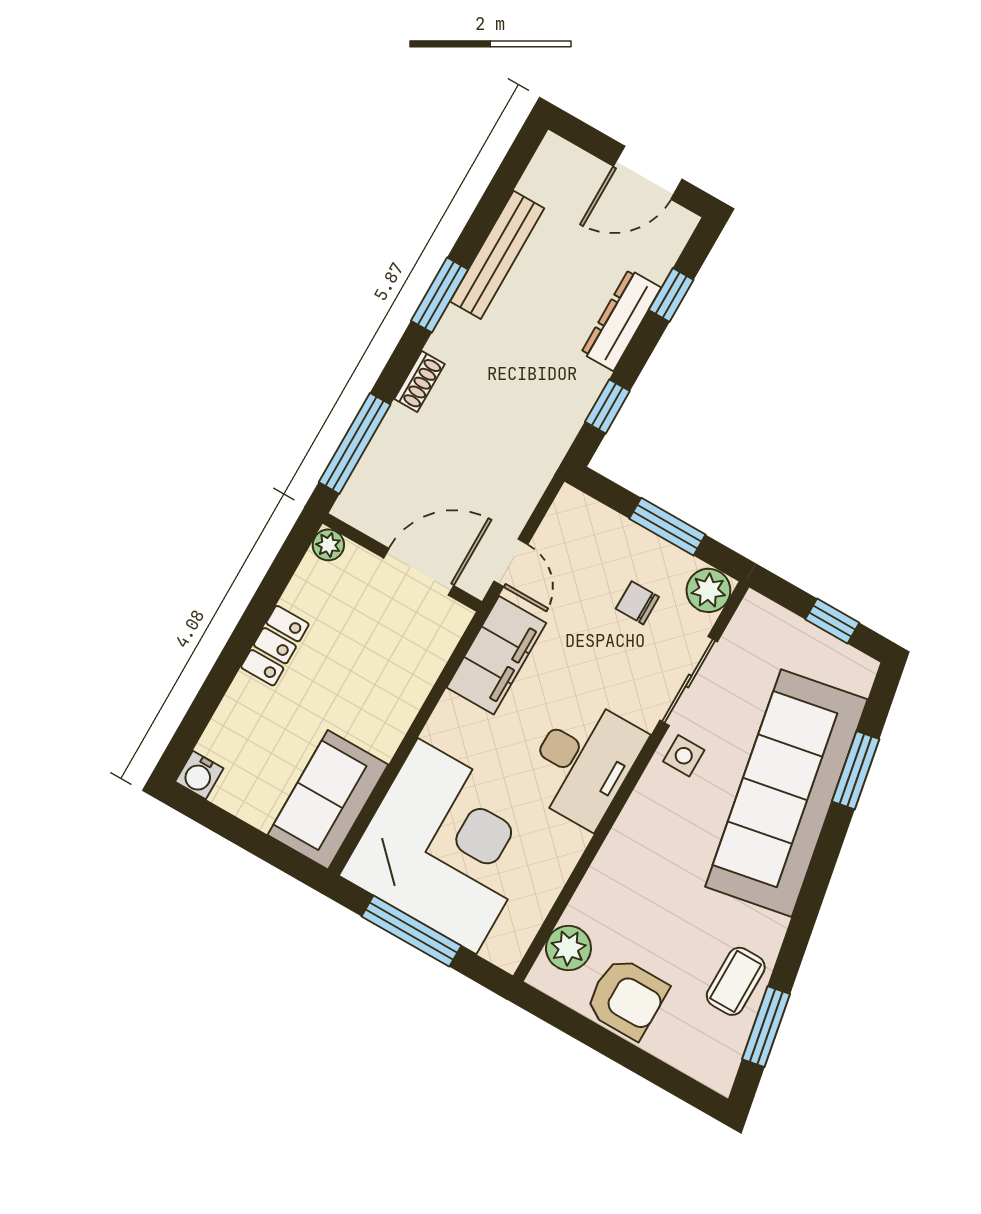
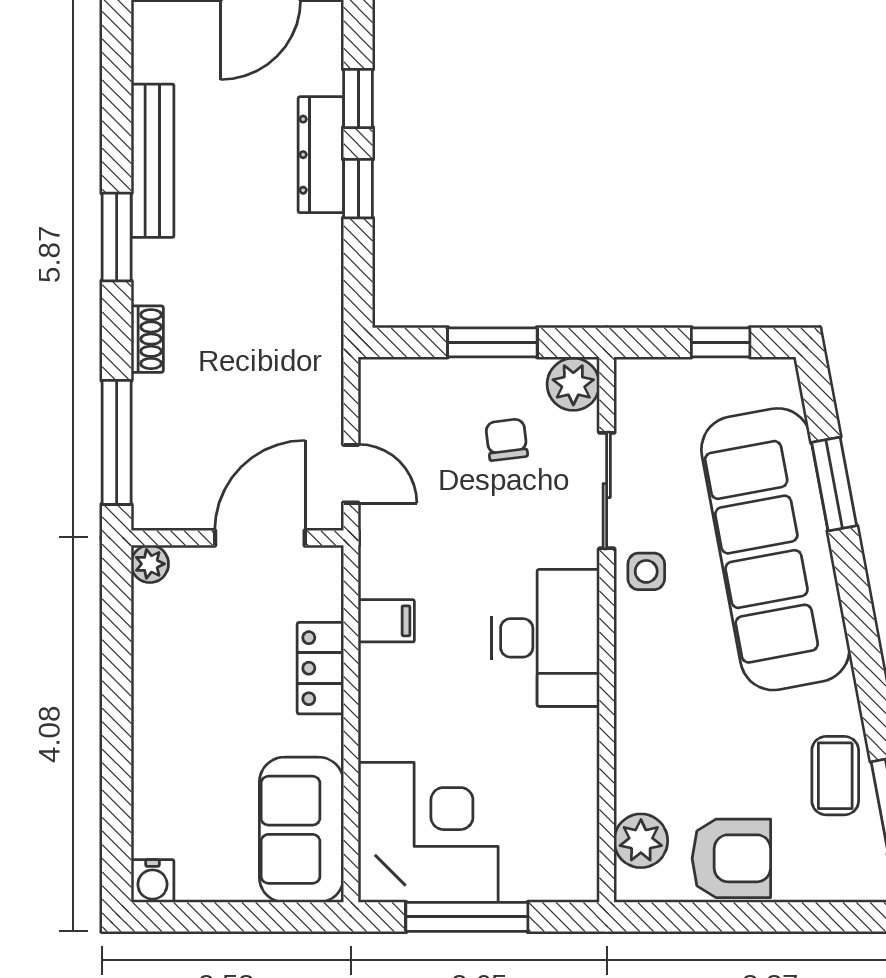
window: (607, 406) -> (358, 189), moved
chair: (637, 603) -> (507, 440), turned 83
locker: (275, 646) -> (320, 668), moved, turned 180
filing cabinet: (496, 655) -> (386, 621), width x0.33, depth x0.86
corner desk: (447, 846) -> (428, 832), width x0.74, depth x0.74

